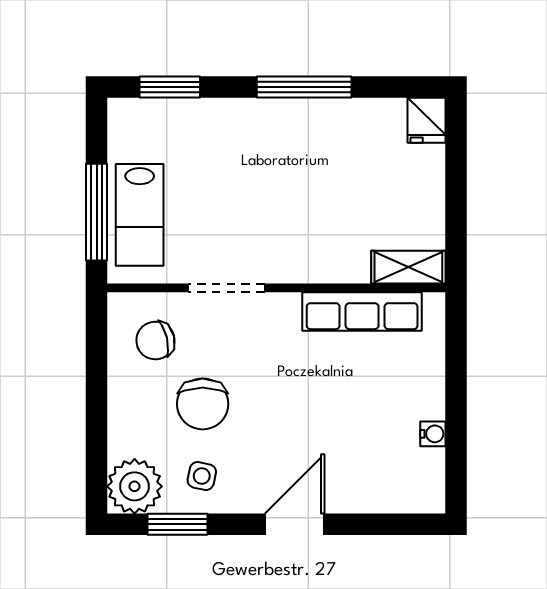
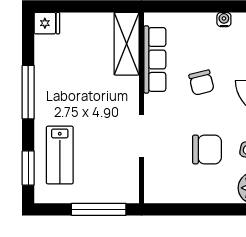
lab bench: (140, 215) -> (60, 155), moved, turned 90
shelving: (408, 267) -> (127, 44), width x1.50, depth x1.33
chair: (155, 340) -> (201, 83), moved

